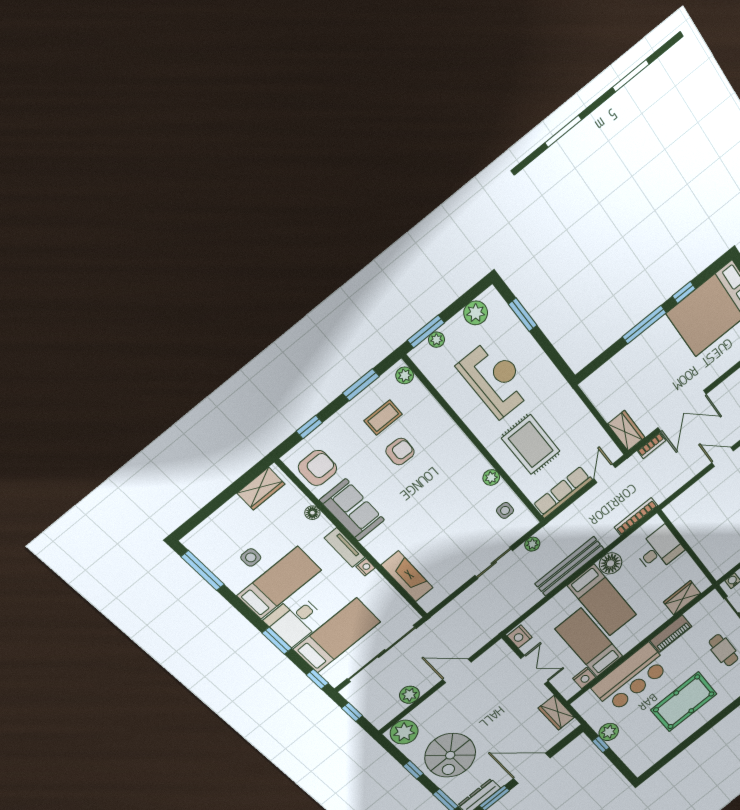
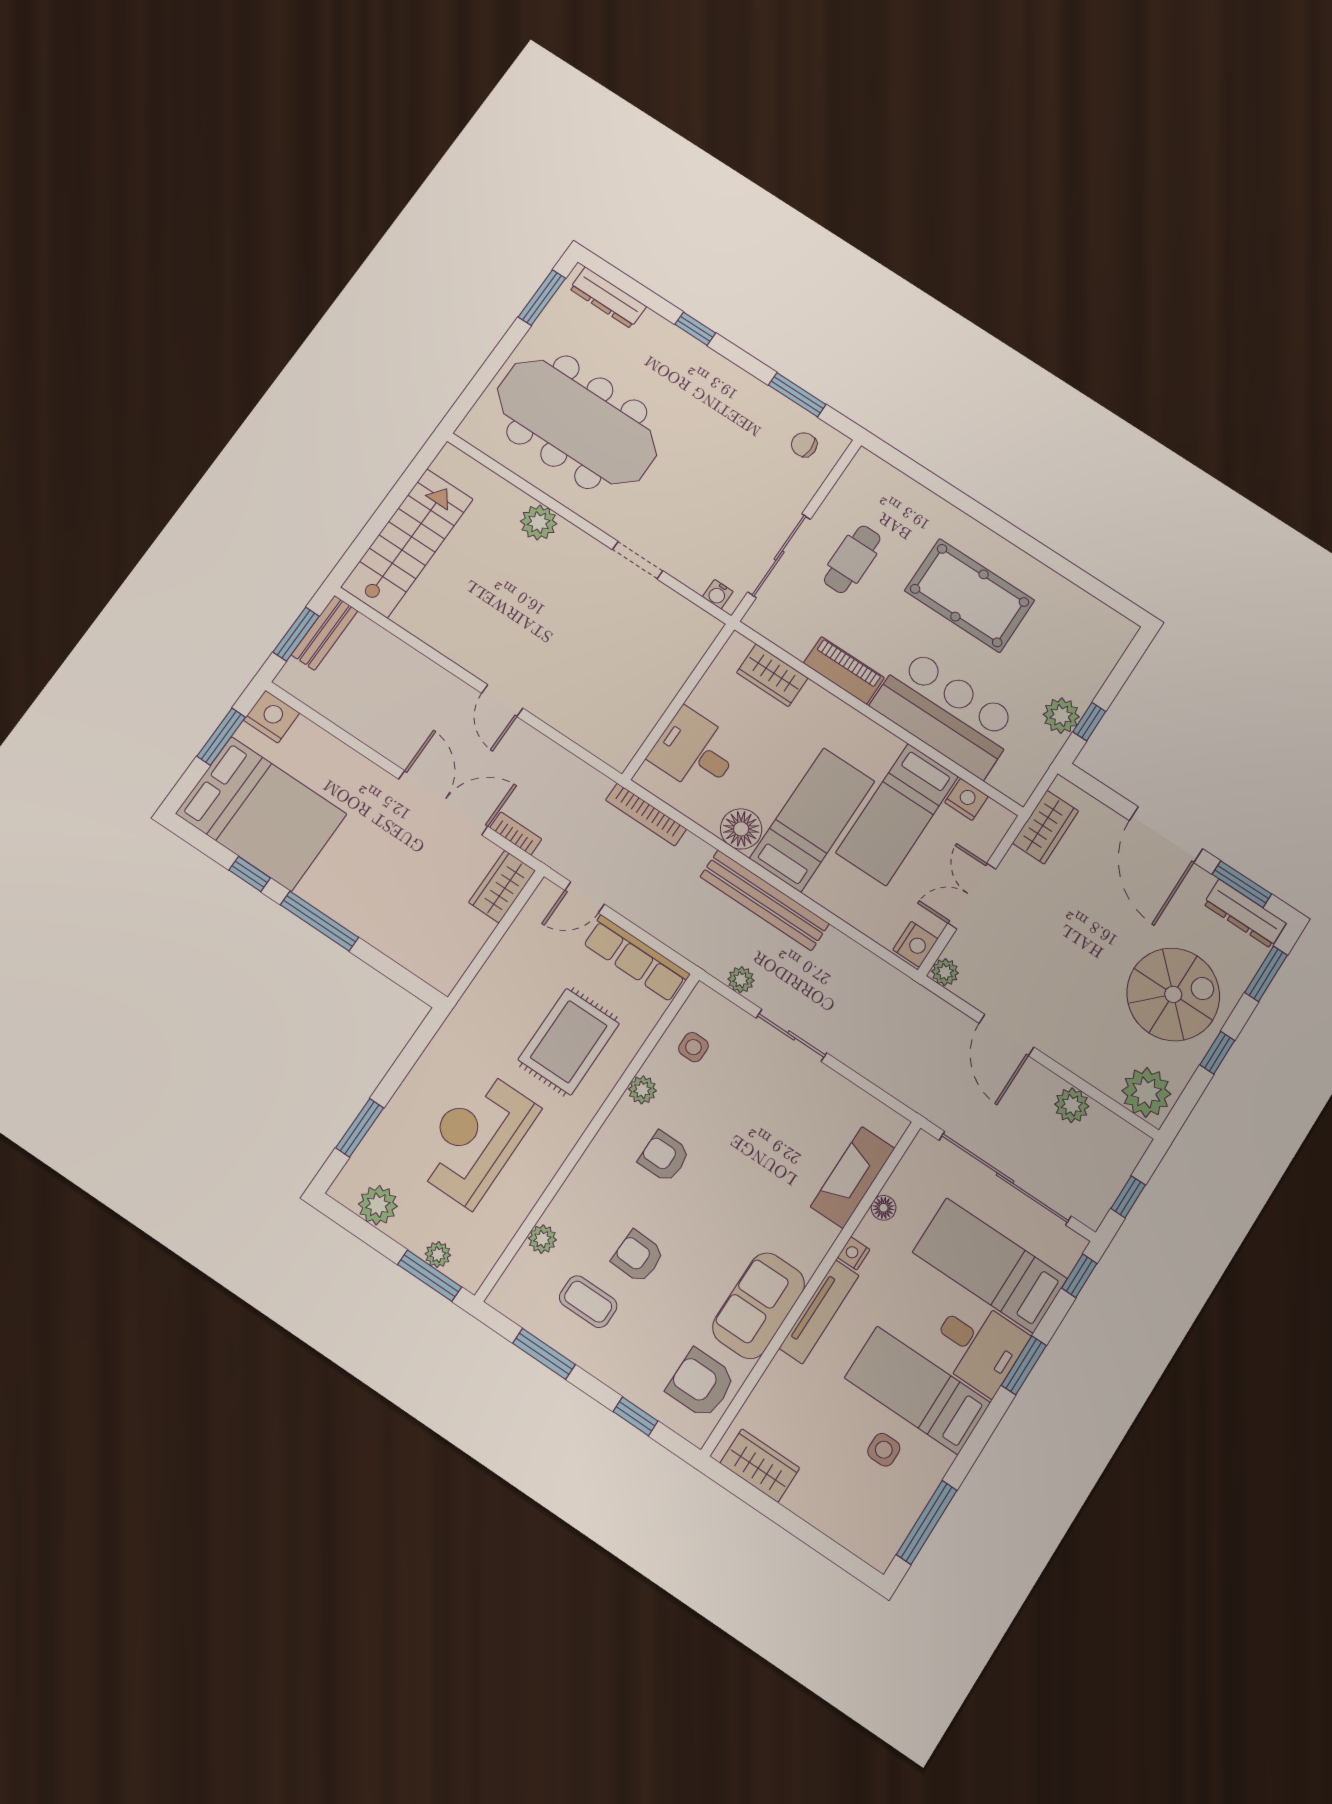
plant: (405, 375) -> (542, 1239), moved
armchair: (451, 480) -> (664, 1157), added
floor lamp: (312, 513) -> (884, 1208), moved
tv unit: (345, 548) -> (819, 1312), width x1.41
plant: (500, 648) -> (945, 972), added

